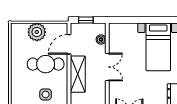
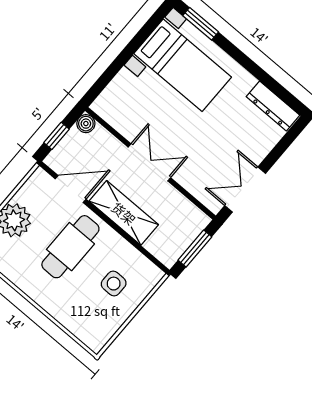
boiler: (101, 39) -> (86, 124), moved
door: (69, 44) -> (71, 189), swing flipped

